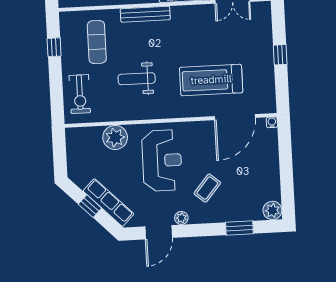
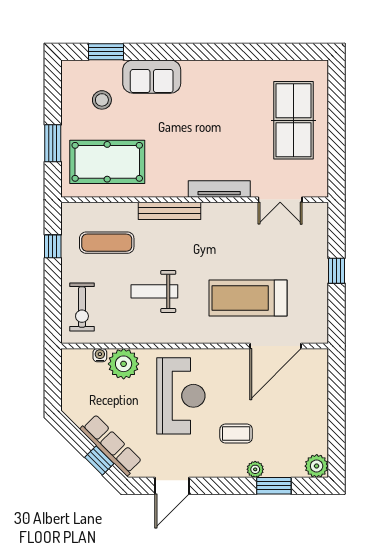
exercise mat: (97, 42) -> (107, 243), turned 90
water cooler: (272, 122) -> (100, 355), moved
coffee table: (207, 188) -> (236, 434), turned 50
window: (90, 206) -> (99, 460), moved
plant: (181, 218) -> (255, 469), moved

